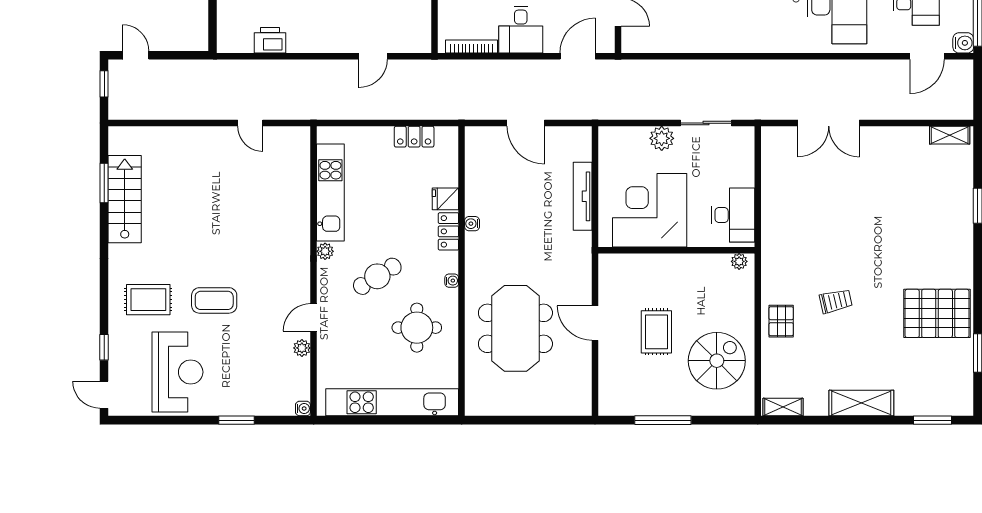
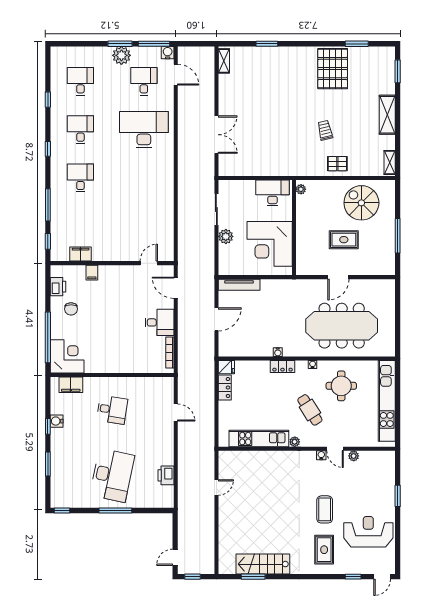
tv unit: (583, 196) -> (239, 285), moved
fridge: (445, 199) -> (226, 367), moved, turned -90
meeting table: (515, 328) -> (342, 326), width x1.36
water cooler: (303, 408) -> (321, 455), moved

